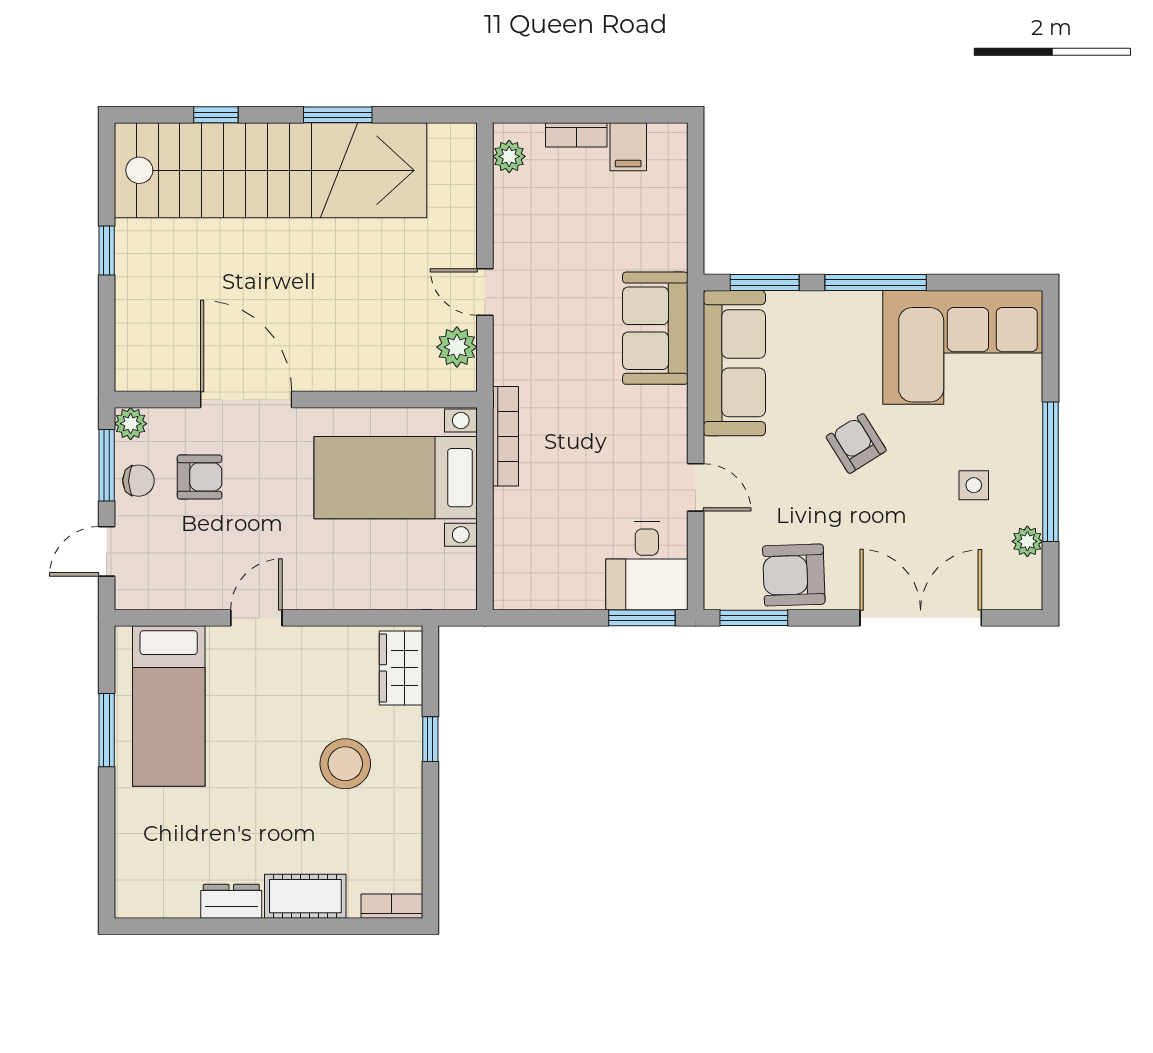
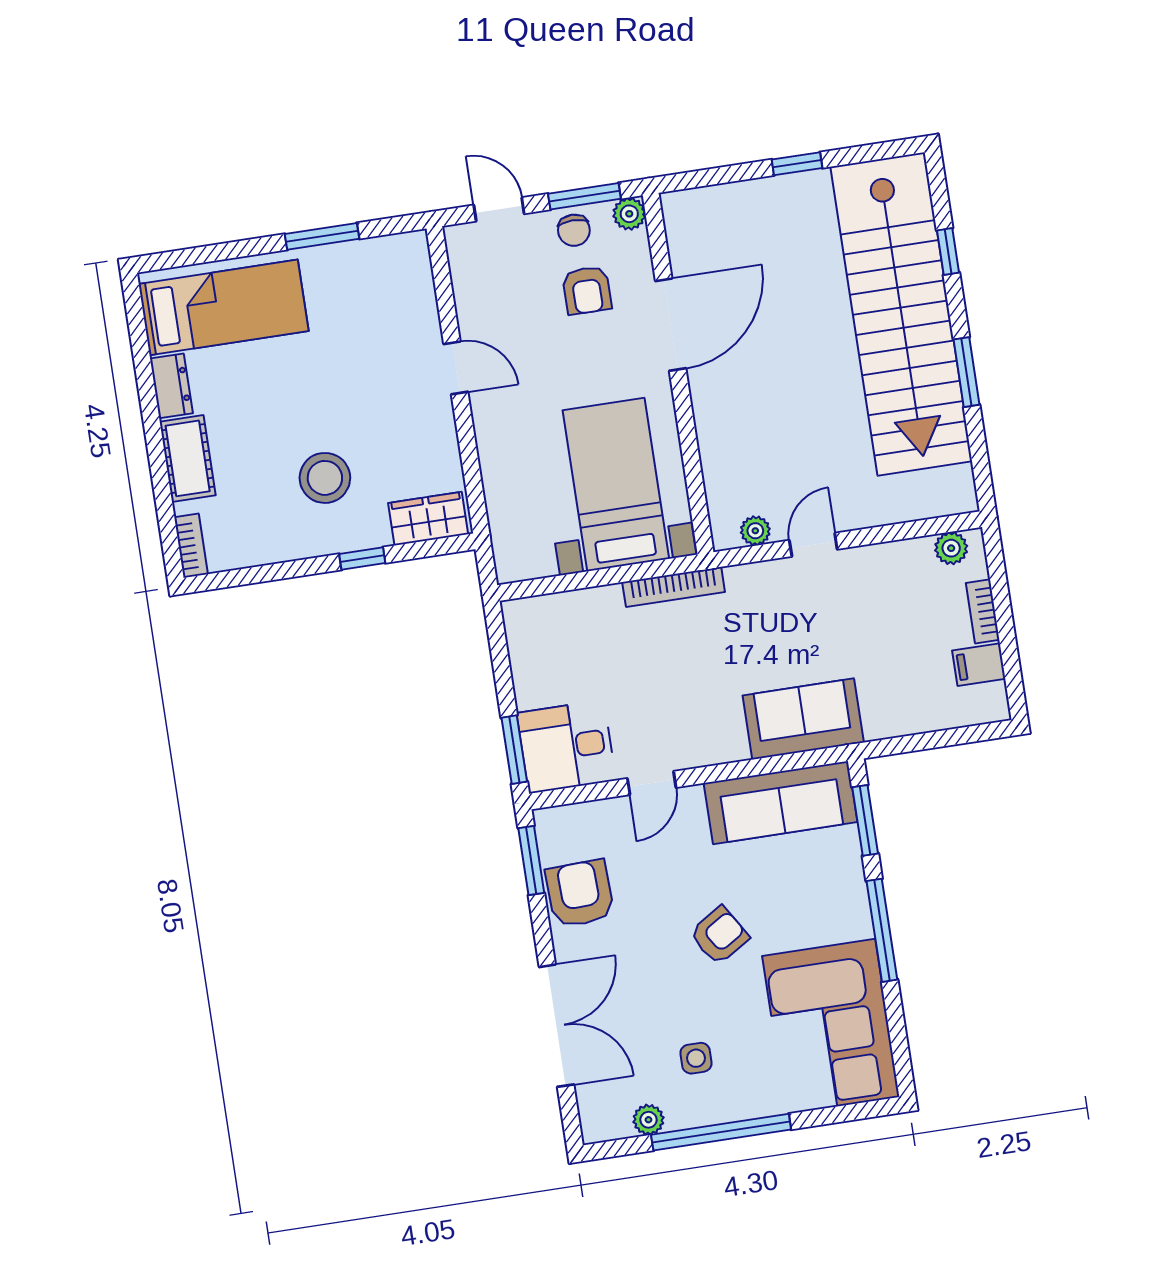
plant: (457, 347) -> (755, 531), width x0.73, depth x0.73
bed: (169, 706) -> (224, 307), moved, turned 180

